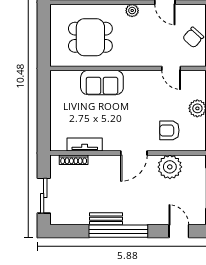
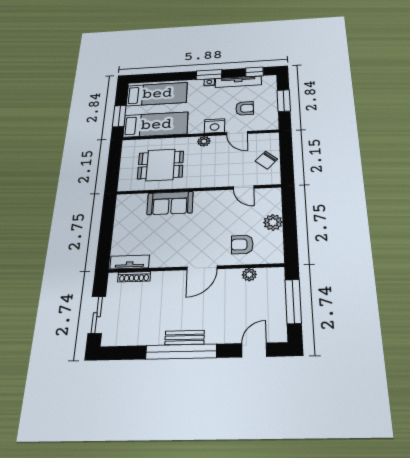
tv unit: (85, 144) -> (130, 262), moved
plant: (170, 167) -> (249, 275), width x0.53, depth x0.53
bench: (106, 219) -> (185, 338), moved
door: (179, 231) -> (254, 350), hinge flipped

